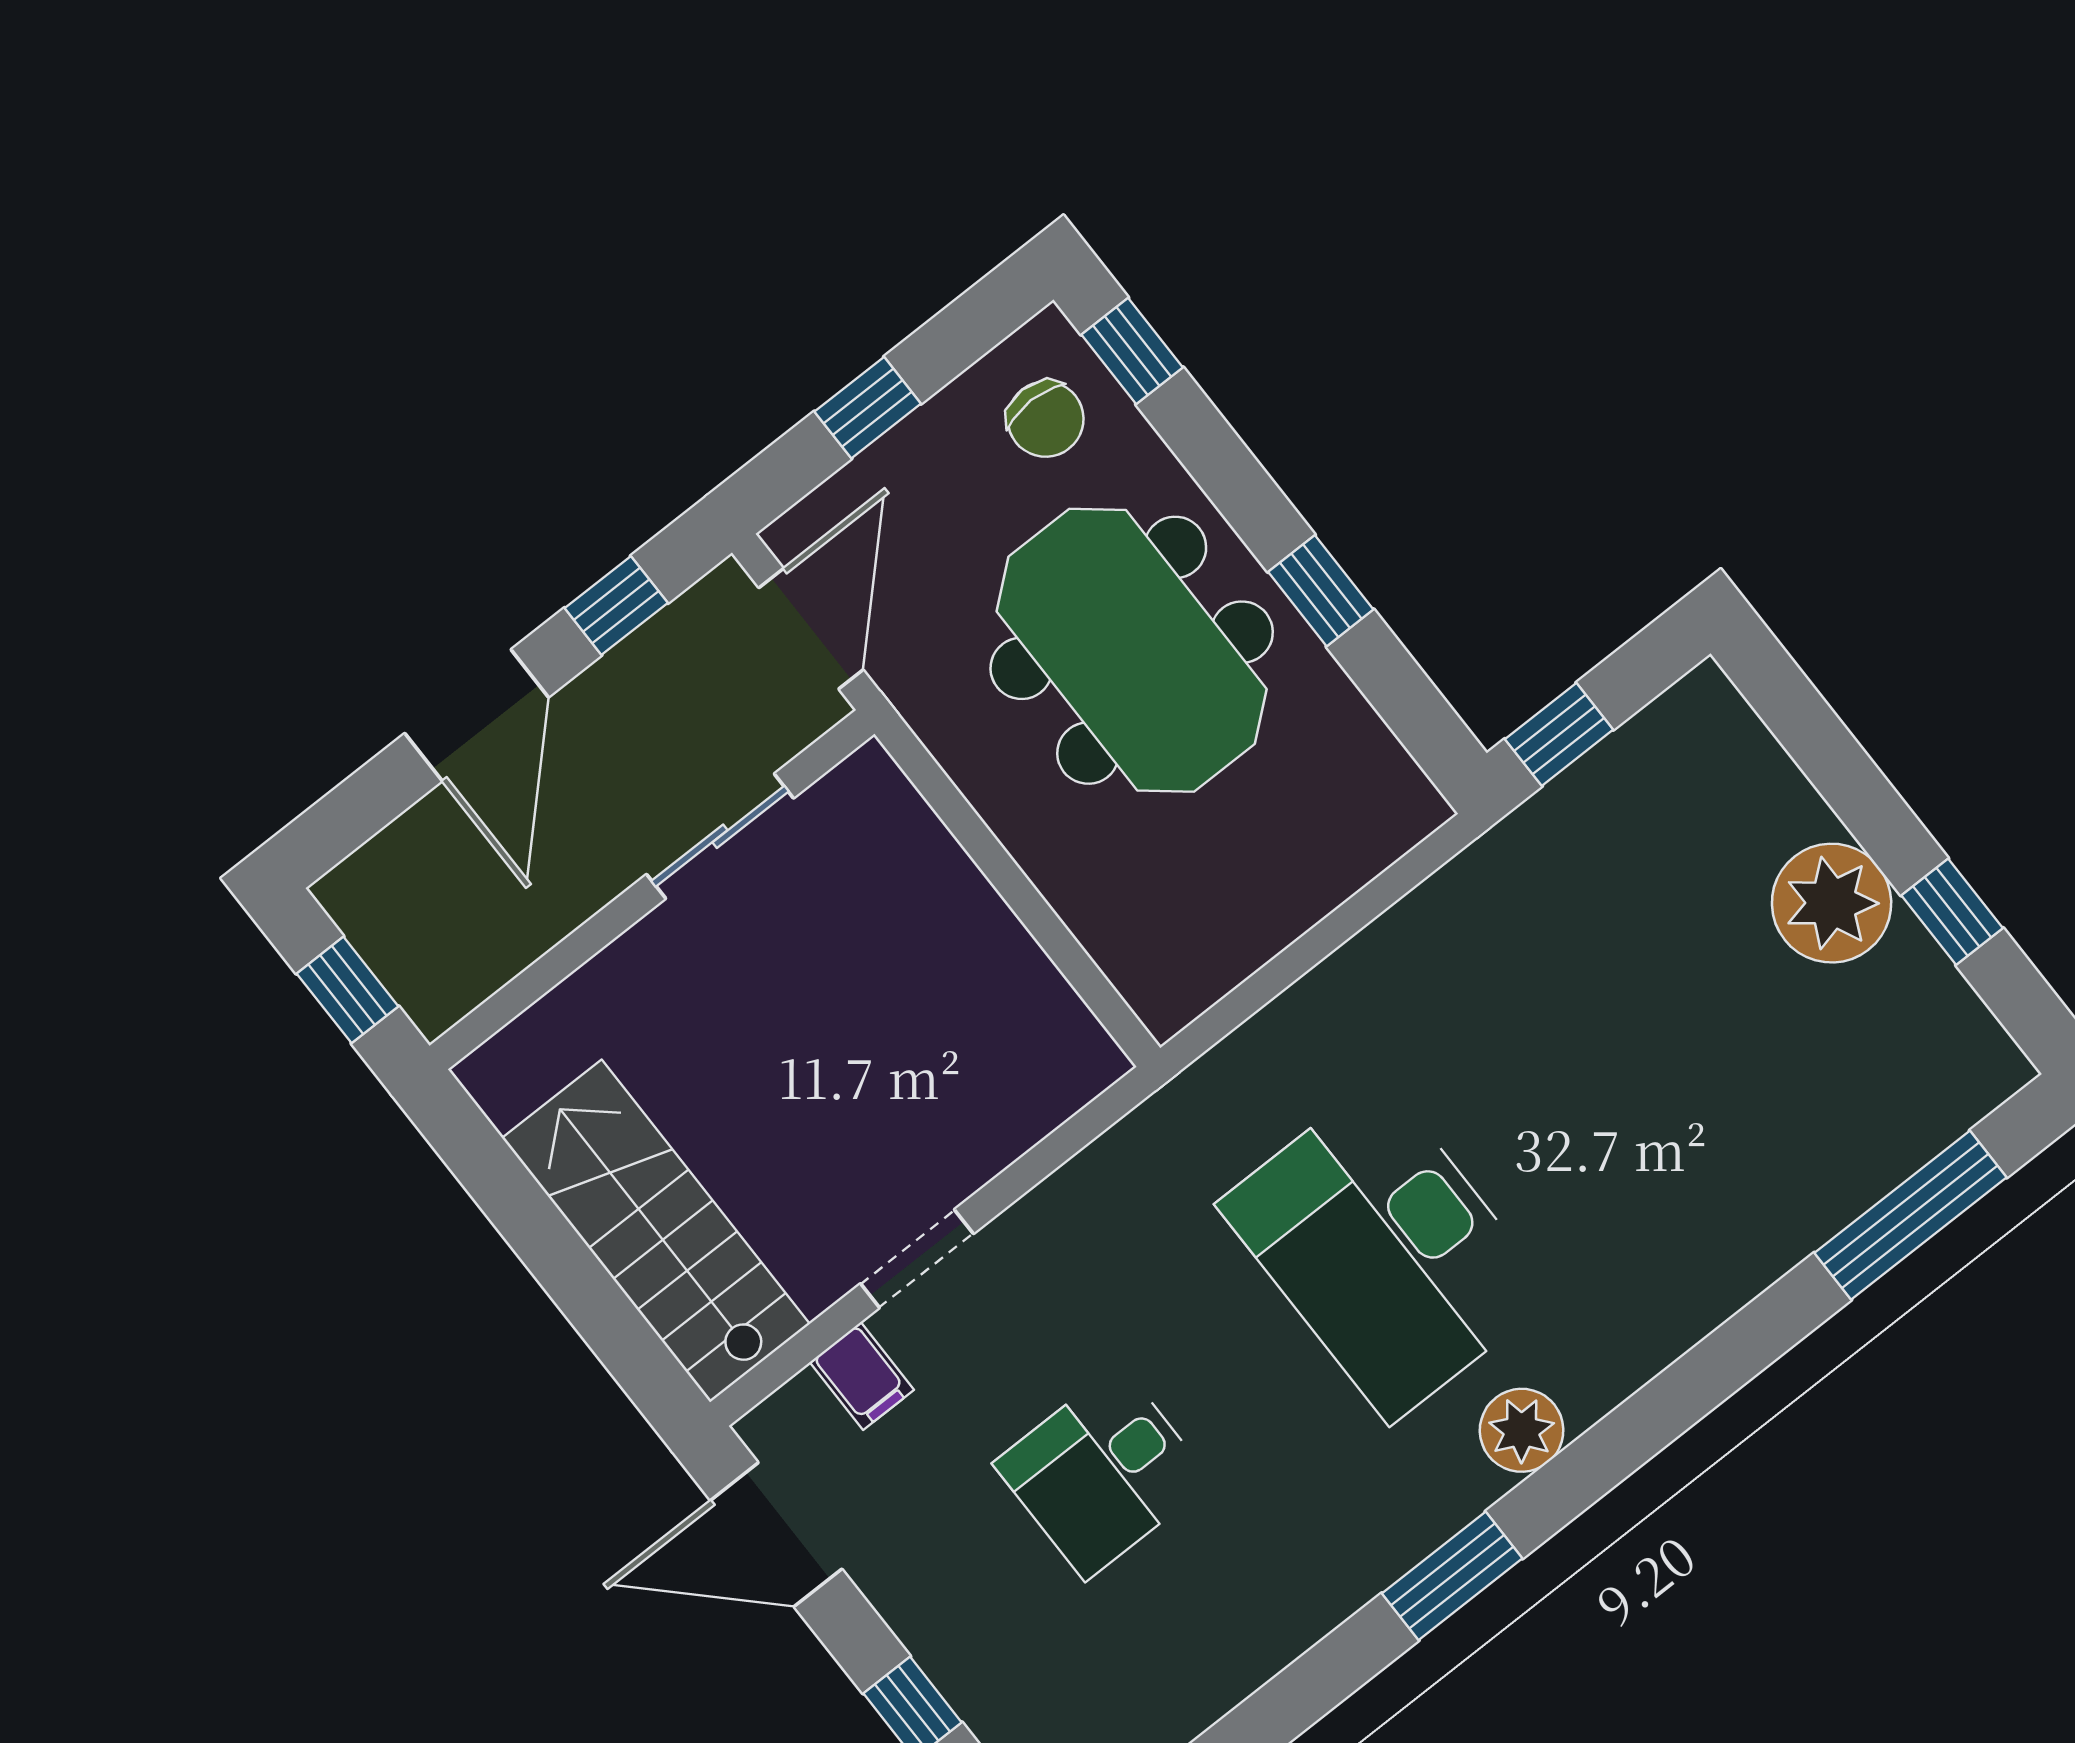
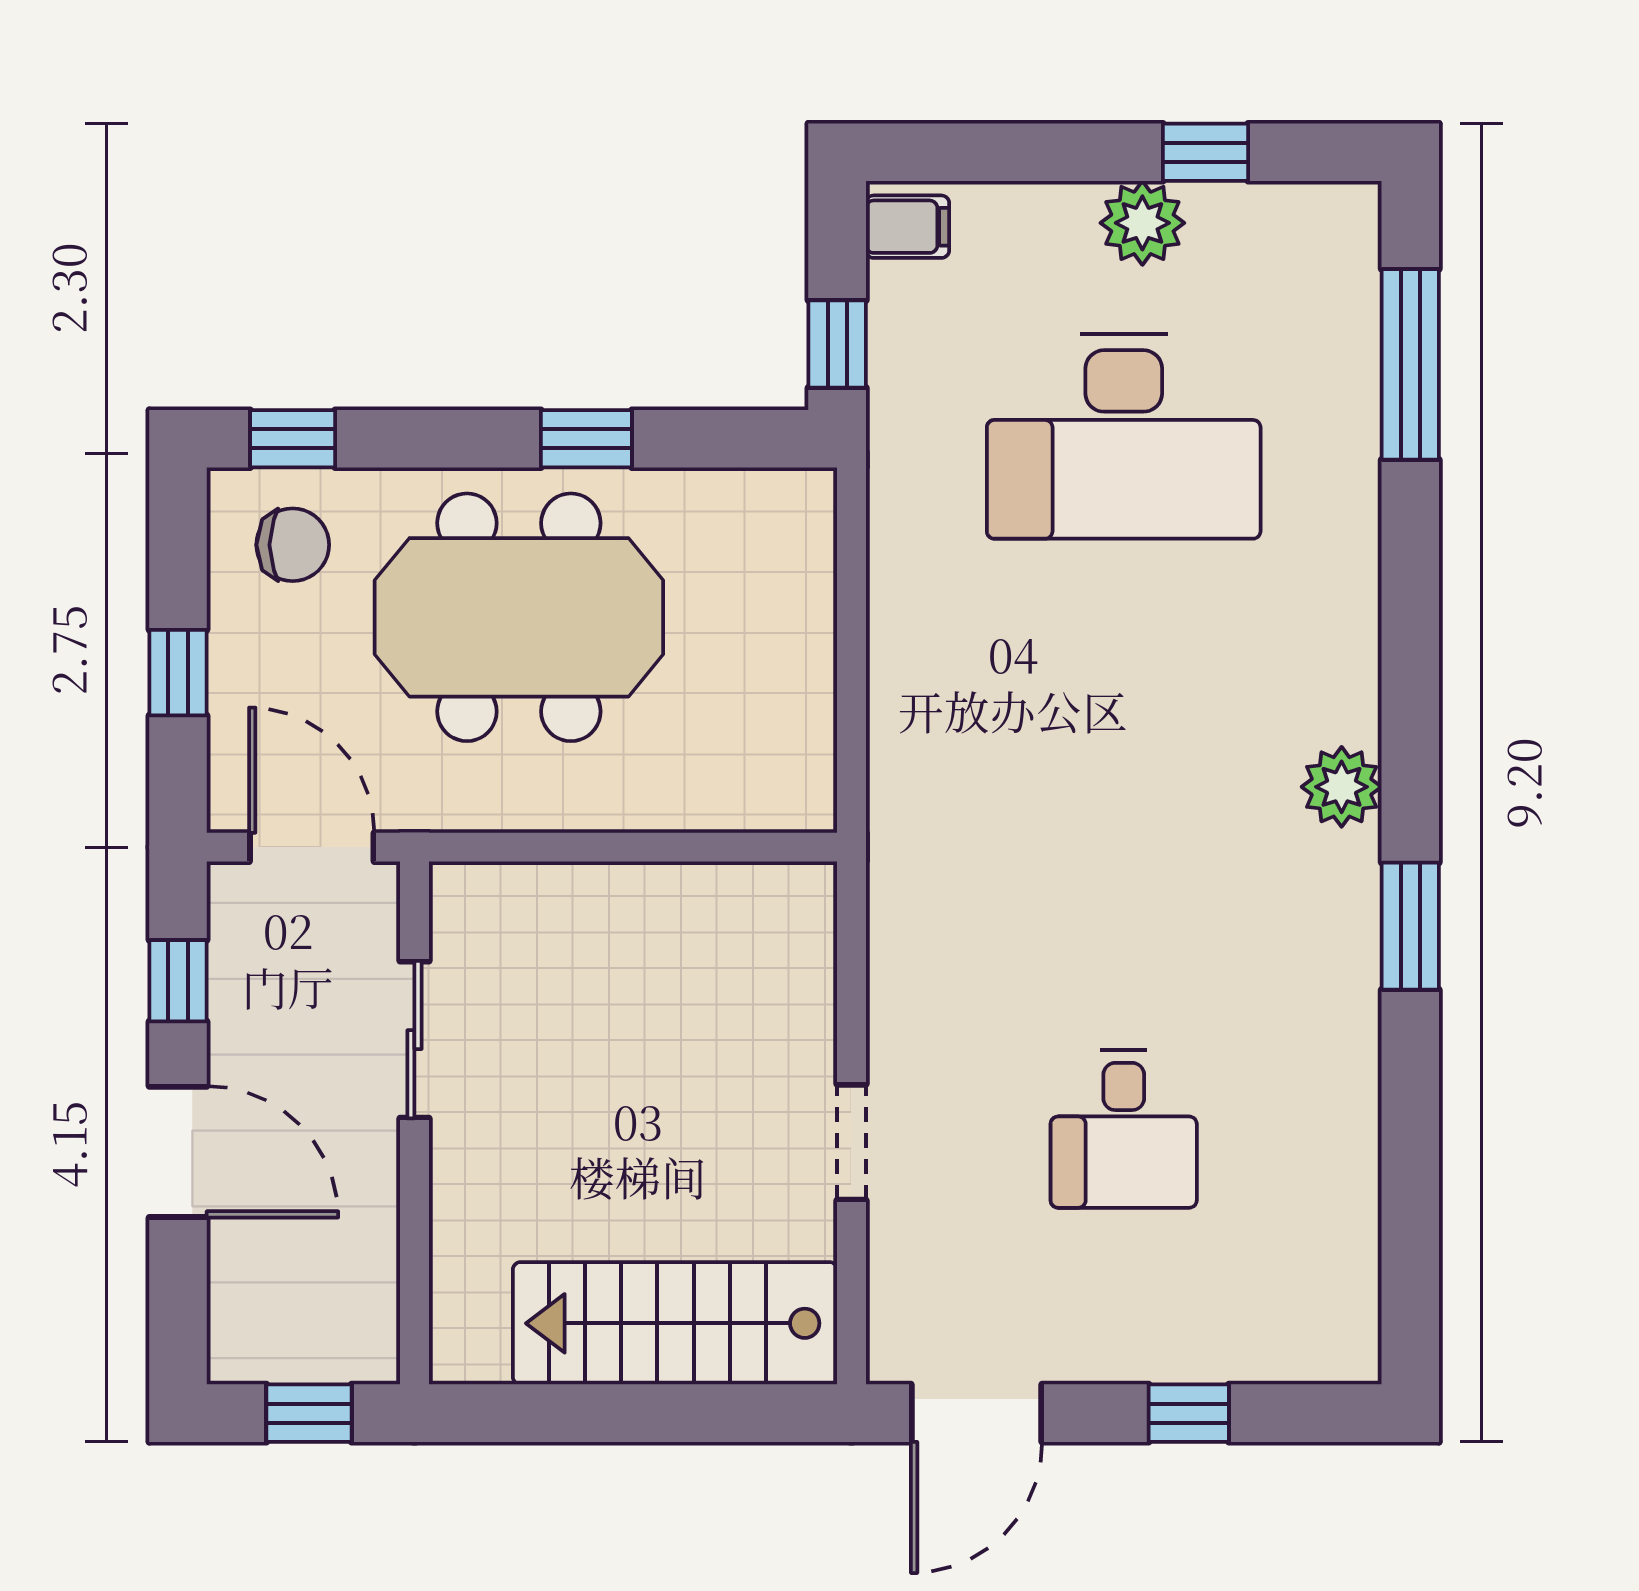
plant: (1832, 903) -> (1142, 223), width x0.73, depth x0.73
desk: (1385, 1250) -> (1124, 436), moved
filing cabinet: (862, 1376) -> (907, 227), moved

